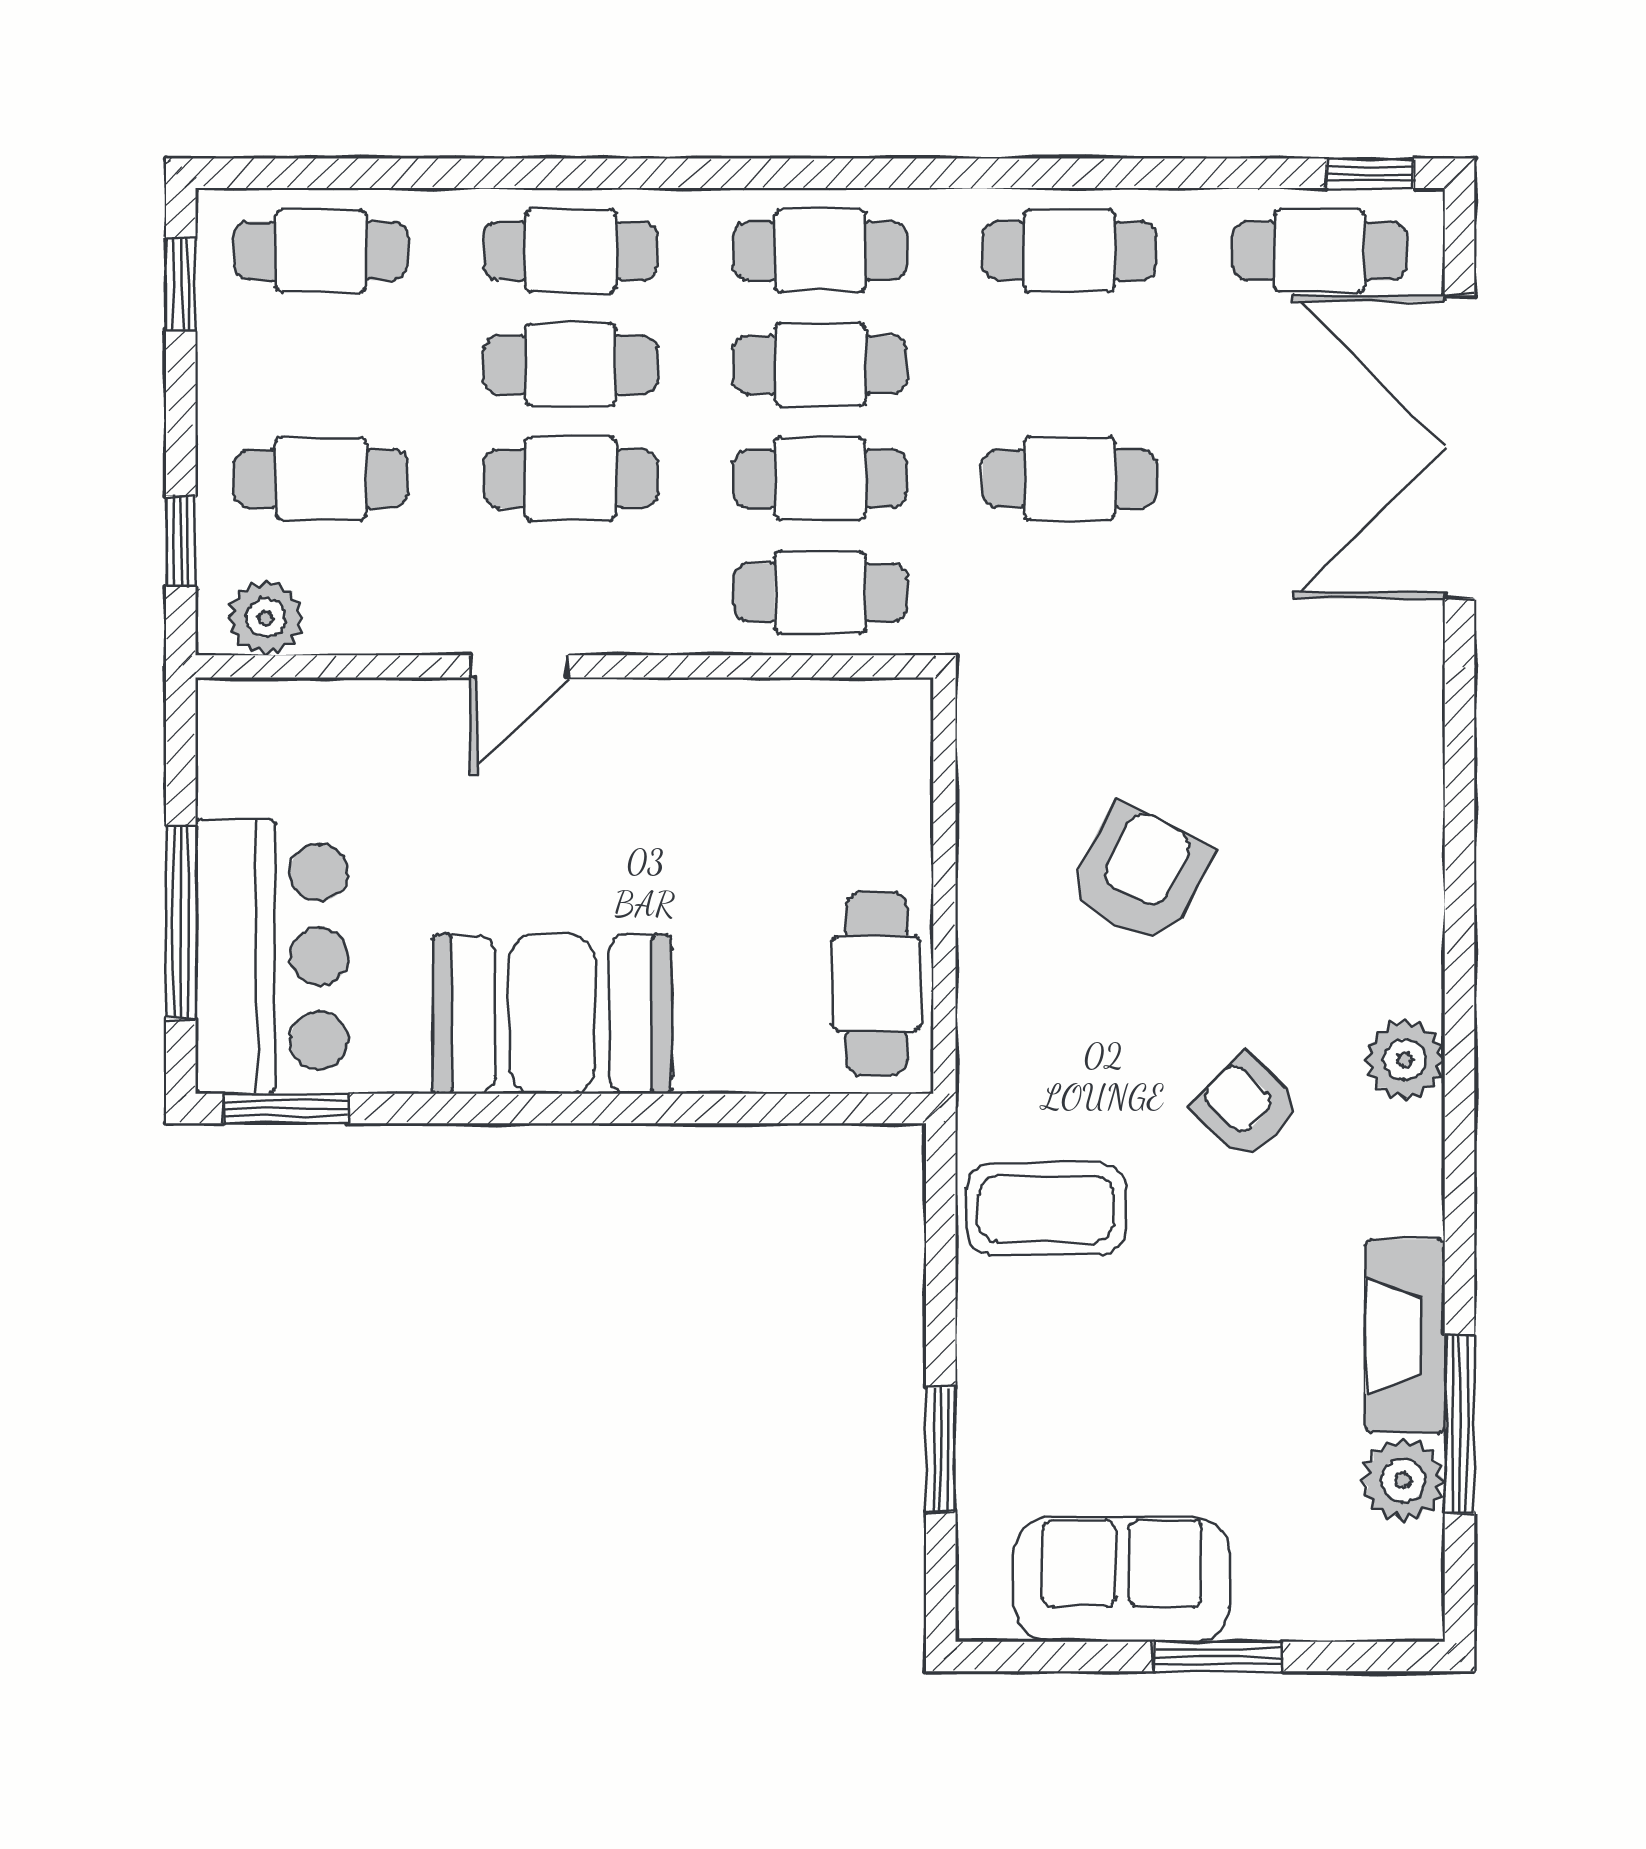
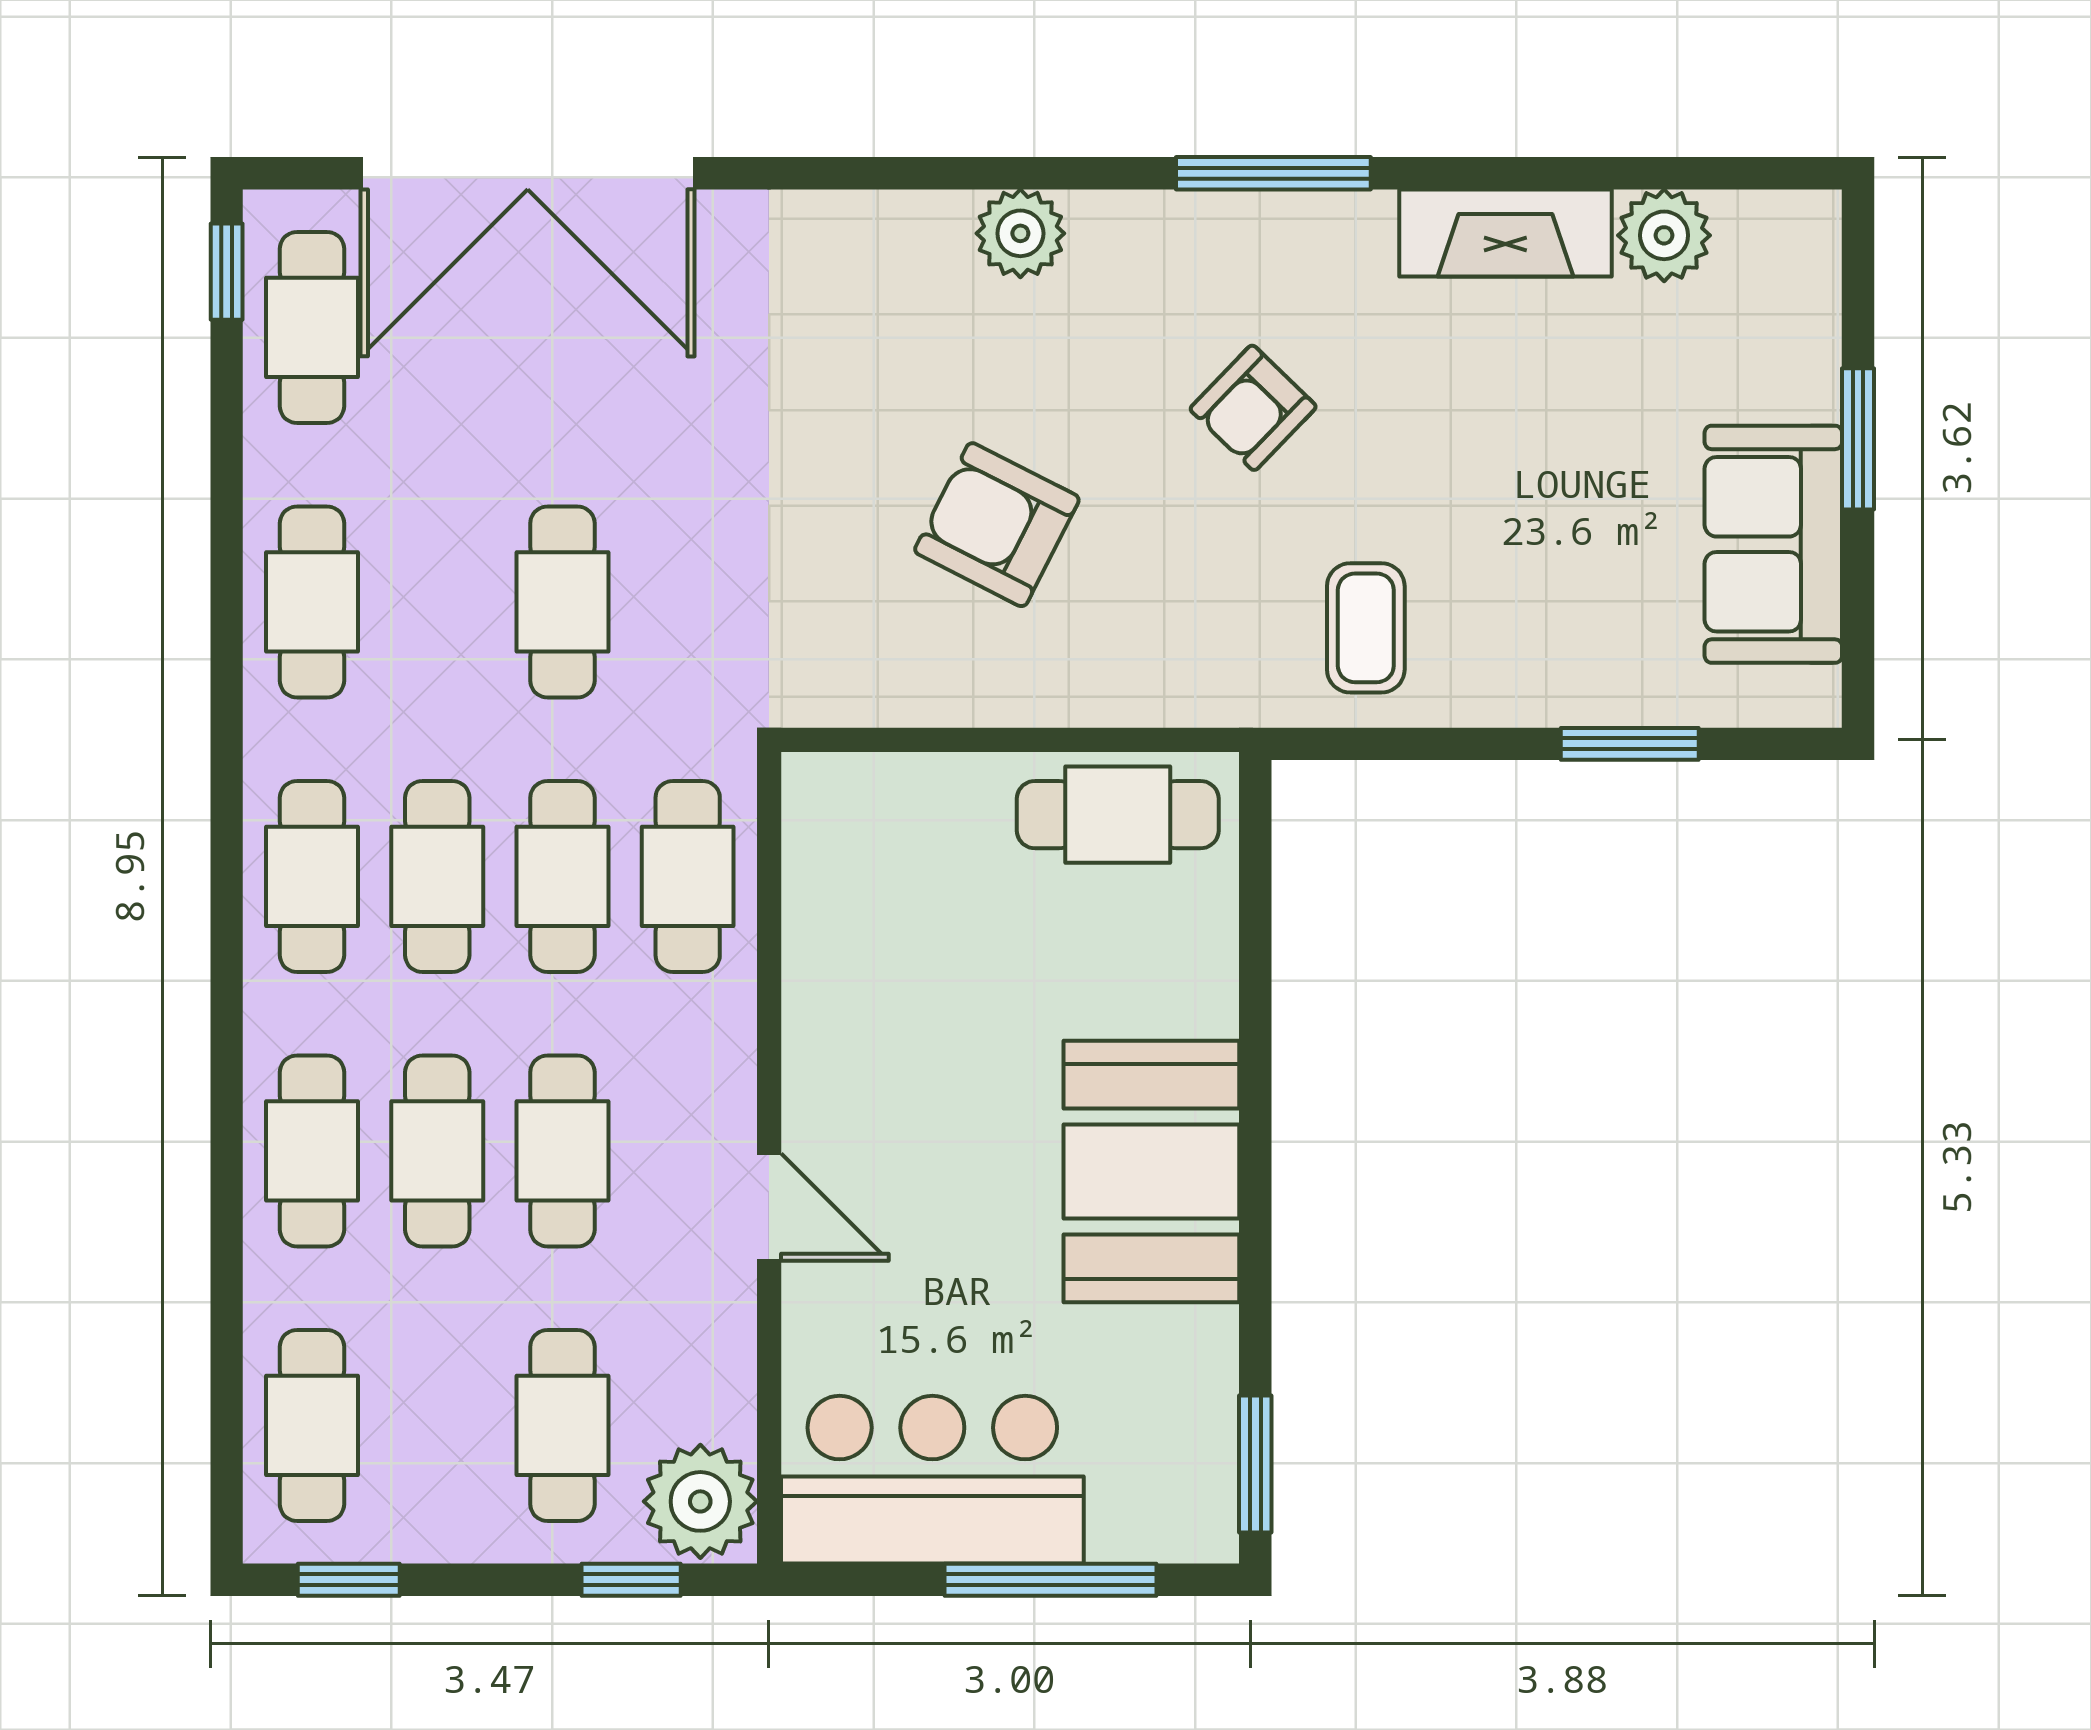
plant: (266, 618) -> (700, 1501), width x1.36, depth x1.36
bar counter: (272, 956) -> (932, 1480), moved
plant: (1405, 1060) -> (1020, 233), moved
coffee table: (1046, 1209) -> (1366, 628), width x0.73, depth x0.77
window: (1459, 1424) -> (1273, 173), moved

